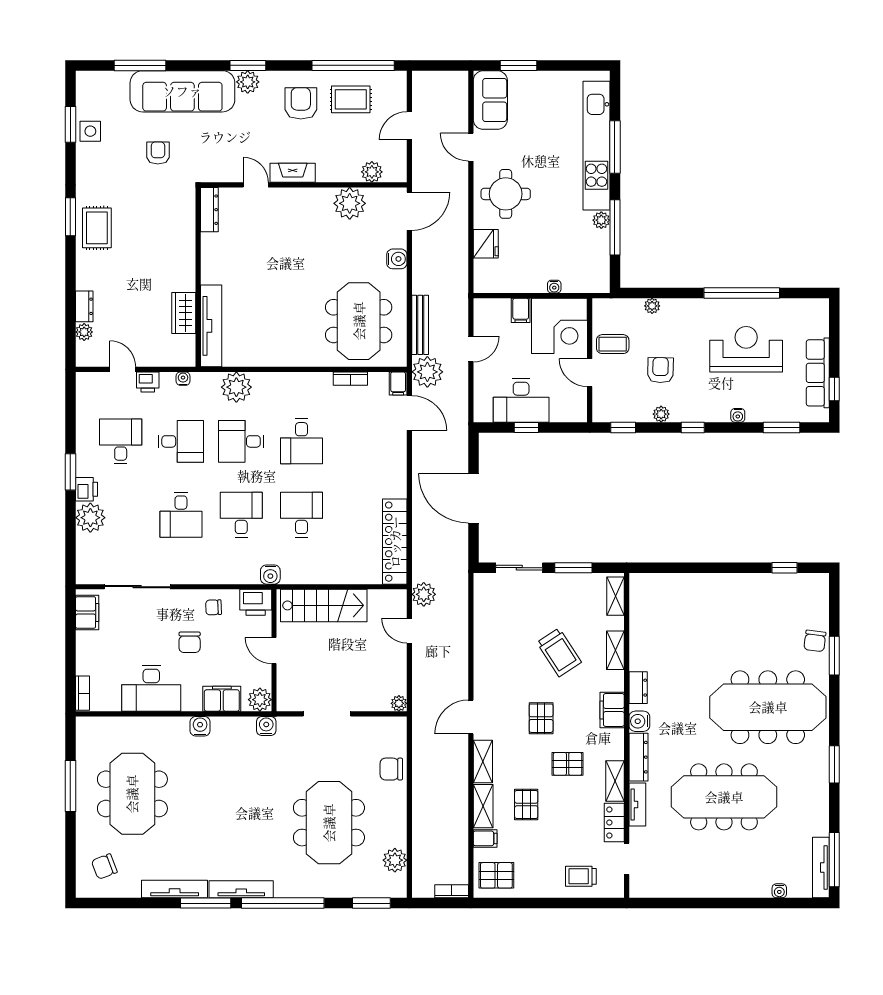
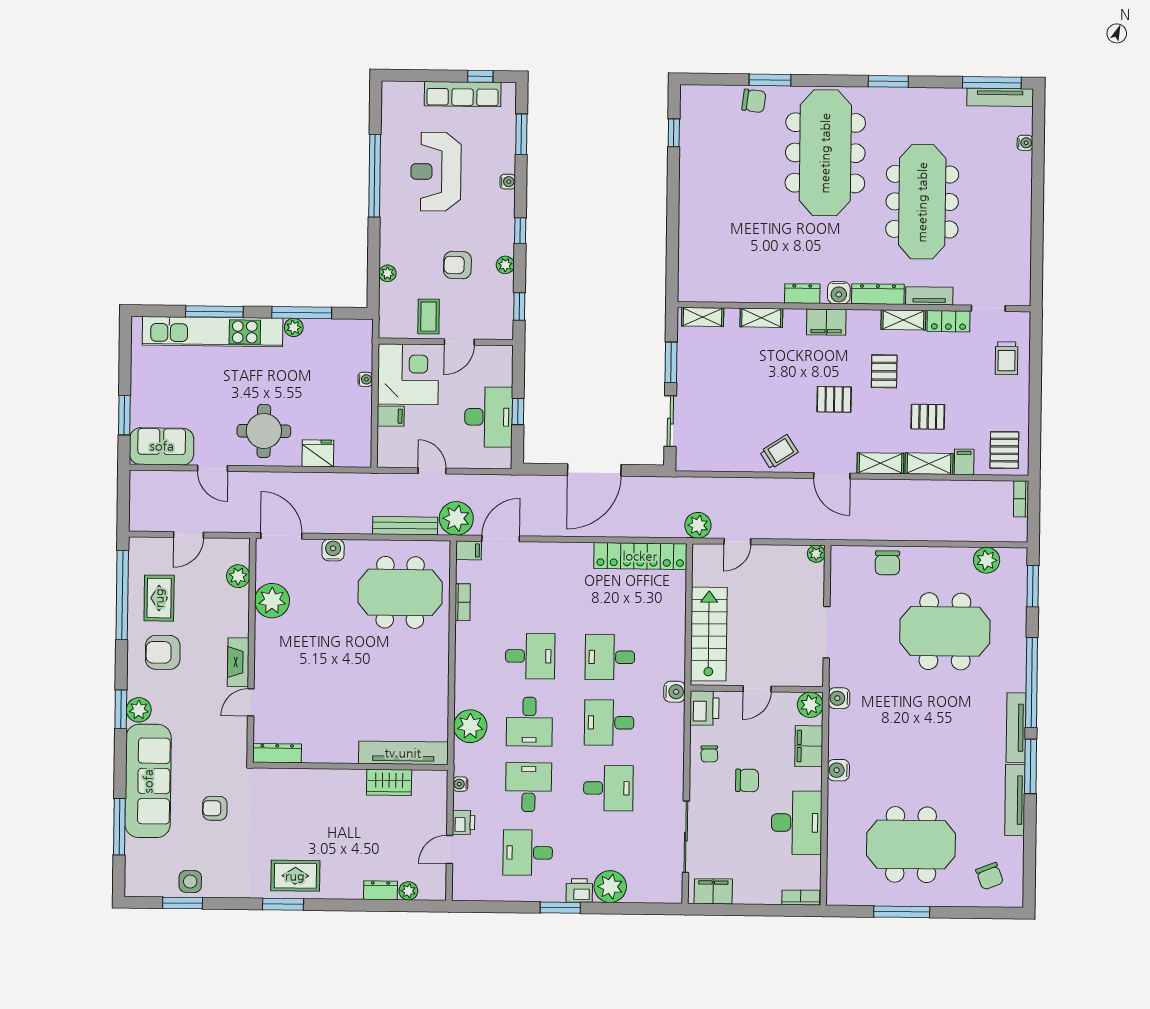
door: (409, 126) -> (189, 535), hinge flipped
door: (471, 147) -> (213, 468), hinge flipped
trolley: (559, 652) -> (779, 452), moved, width x0.73, depth x0.72

